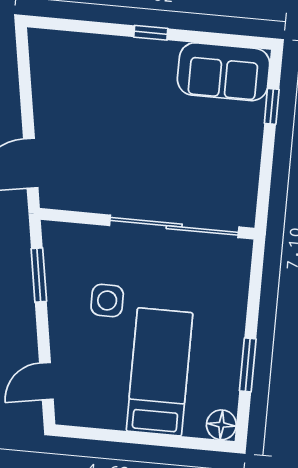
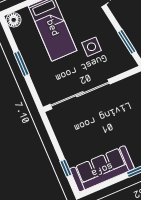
sofa: (224, 72) -> (102, 169), width x1.36
window: (248, 365) -> (21, 64), moved

